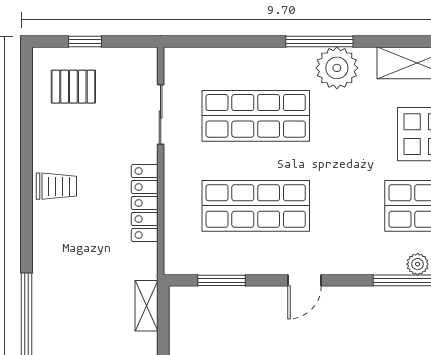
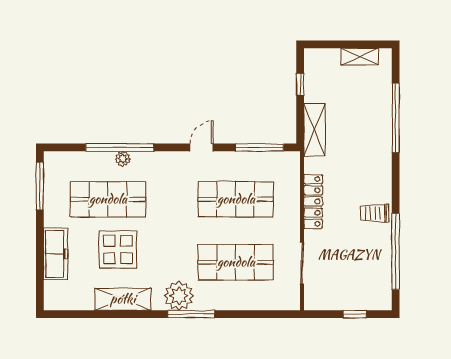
pallet: (73, 87) -> (363, 283), removed
window: (26, 131) -> (396, 251), added
window: (221, 280) -> (260, 147), width x1.44
shelving: (147, 306) -> (314, 130), width x1.50, depth x1.33

